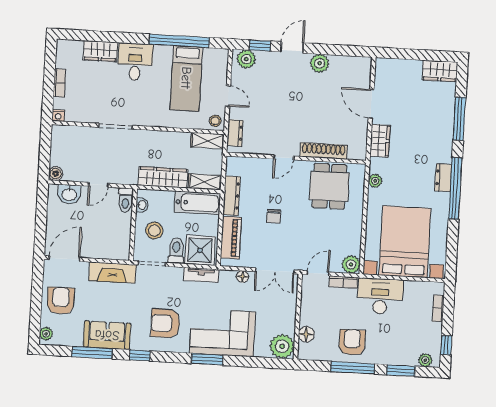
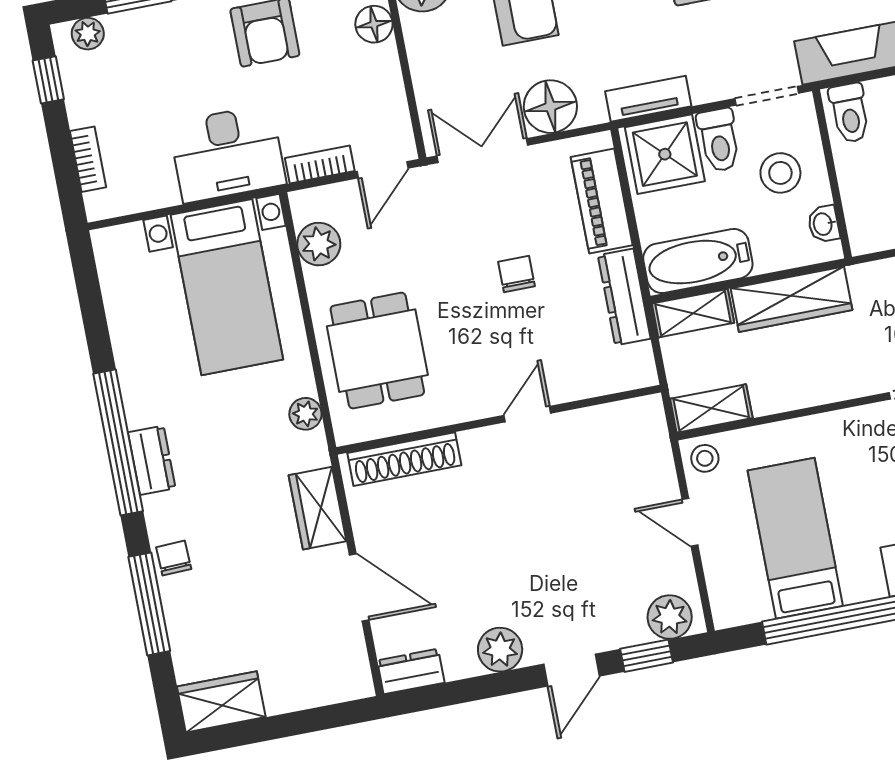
dresser: (235, 133) -> (411, 672), moved, turned 90
chair: (444, 135) -> (174, 558), added
shoe rack: (323, 151) -> (404, 459), moved
dining table: (329, 186) -> (377, 351), moved
toilet: (126, 200) -> (850, 113), moved, turned 180
bed with nightstands: (405, 242) -> (227, 287), width x0.73
plant: (351, 264) -> (319, 244), moved
floor lamp: (242, 277) -> (550, 107), width x1.89, depth x1.89

